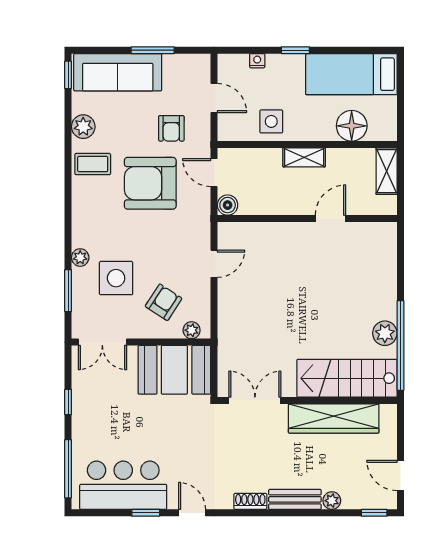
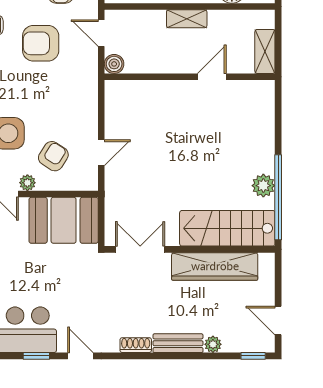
shelving: (387, 171) -> (265, 51), moved
armchair: (150, 183) -> (41, 43), width x0.73, depth x0.73
door: (214, 264) -> (101, 153), moved
plant: (192, 330) -> (27, 183), moved

